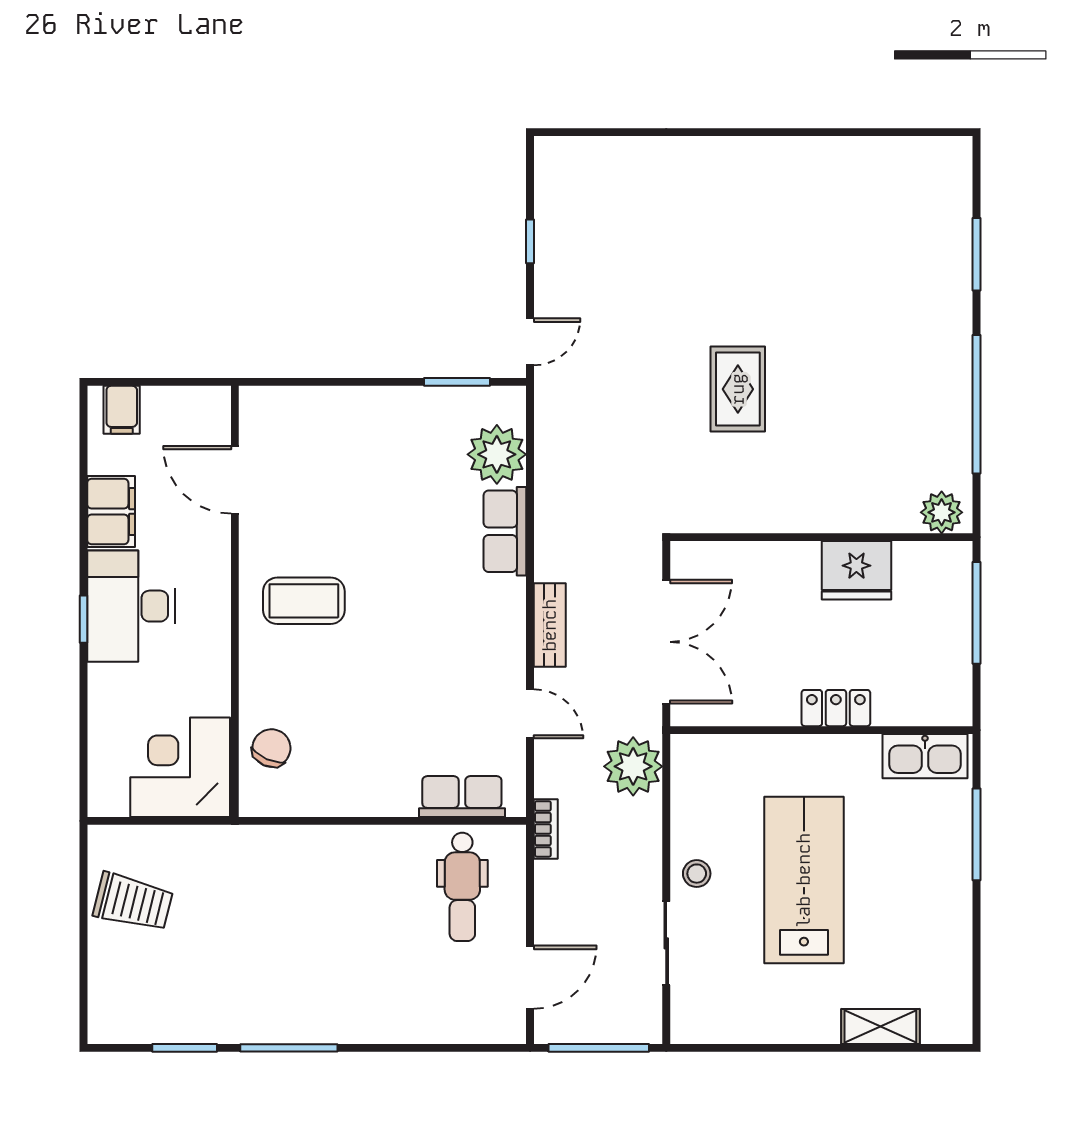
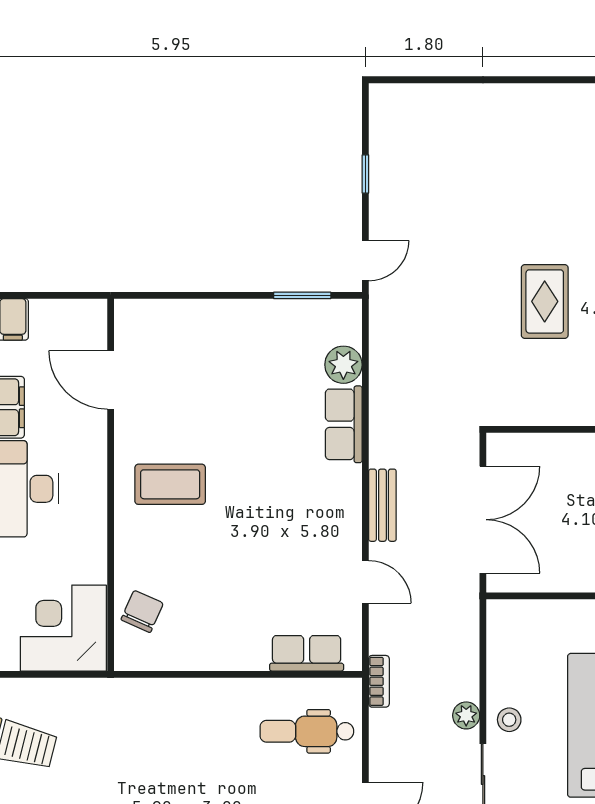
plant: (497, 454) -> (343, 365), width x0.73, depth x0.73
plant: (633, 766) -> (466, 715), moved, width x0.53, depth x0.53
dental chair: (462, 887) -> (307, 731), turned 90

